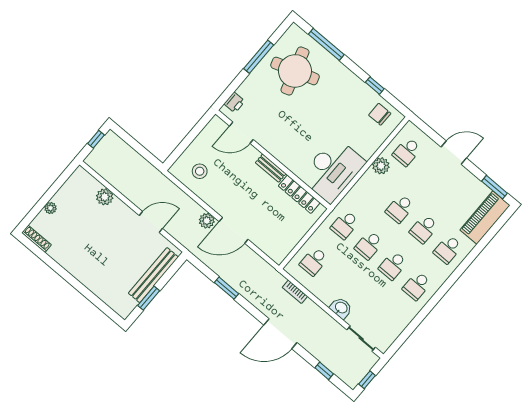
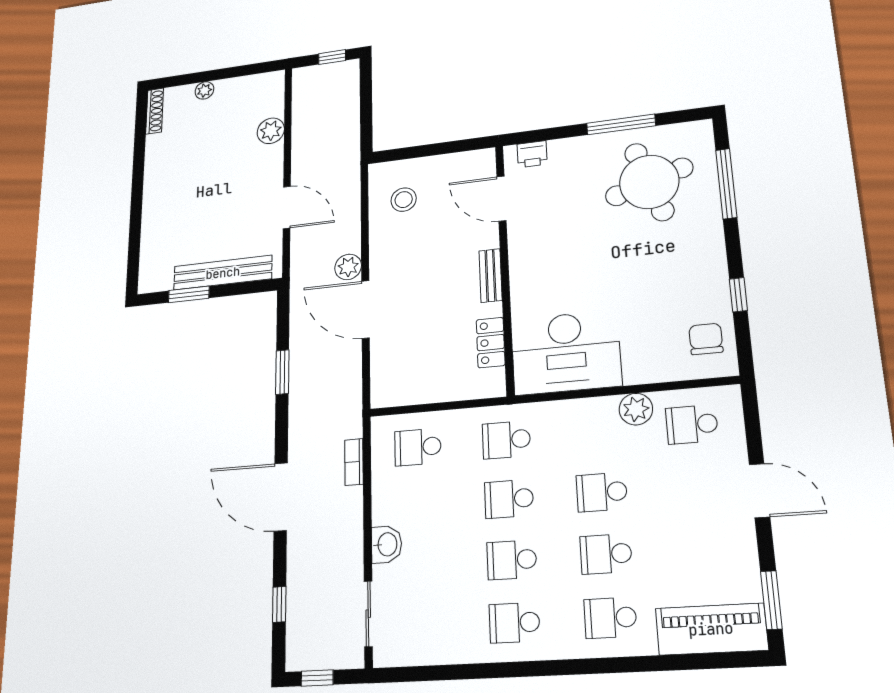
locker: (299, 194) -> (491, 343), width x0.66

